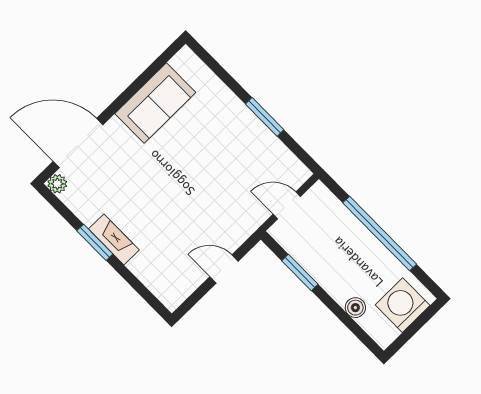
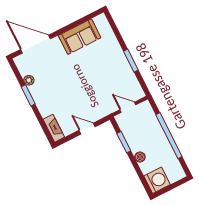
plant: (57, 184) -> (29, 80), moved
fireplace: (114, 239) -> (54, 128), moved
washing machine: (403, 305) -> (157, 180), moved, turned 90
boiler: (355, 308) -> (140, 157), moved

